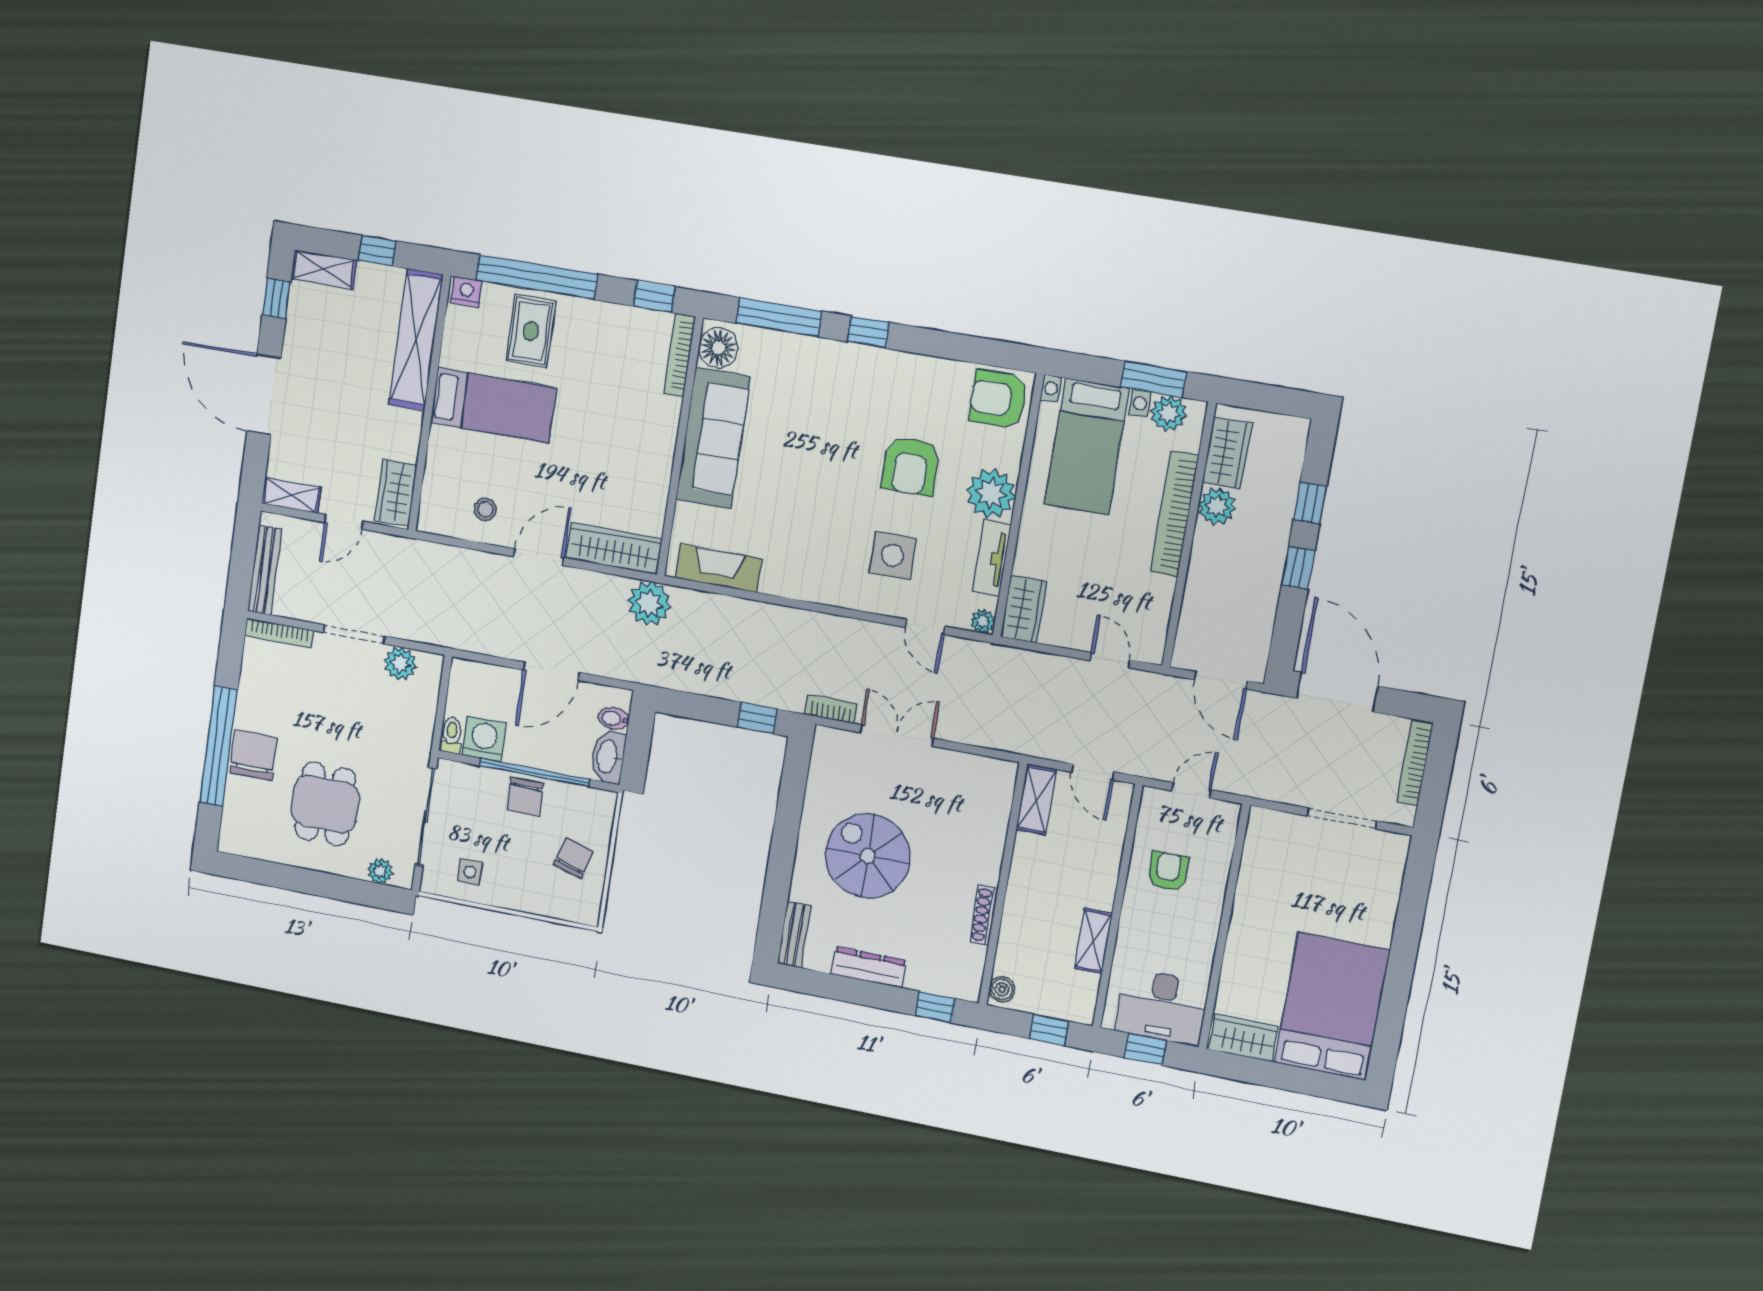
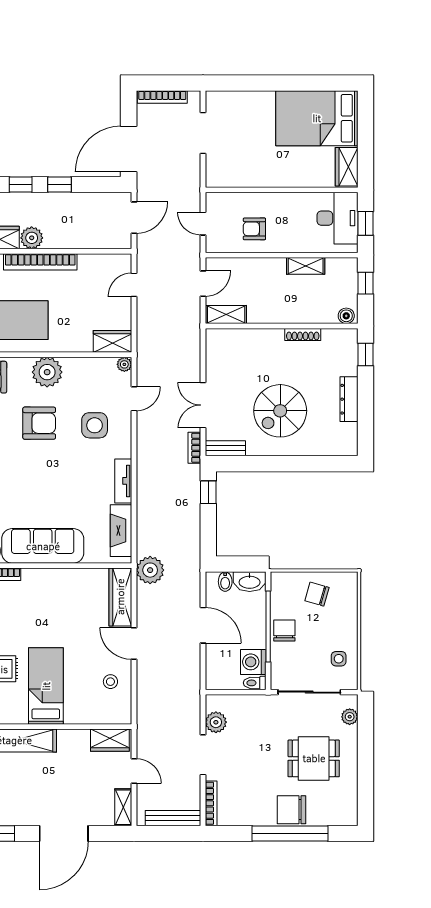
tv unit: (992, 558) -> (123, 481), moved, turned 90
chair: (525, 797) -> (284, 631), turned -90
bench: (794, 935) -> (225, 448), moved

